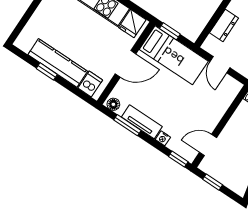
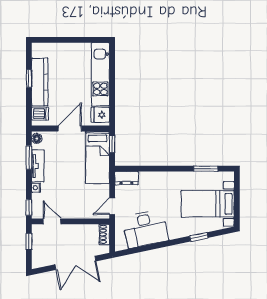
dresser: (224, 25) -> (127, 178), moved
door: (126, 64) -> (70, 129), swing flipped
door: (220, 65) -> (112, 206), moved

